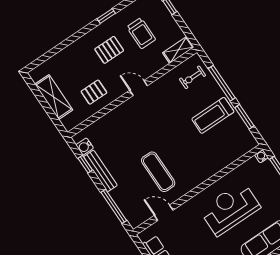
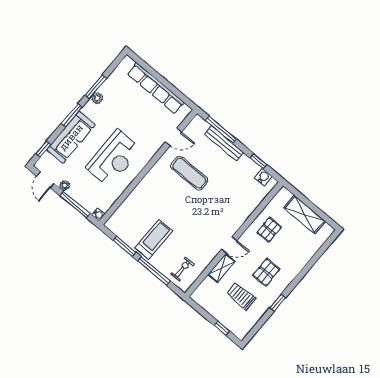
shelving: (178, 50) -> (221, 268), moved
bench: (100, 171) -> (224, 143), moved

